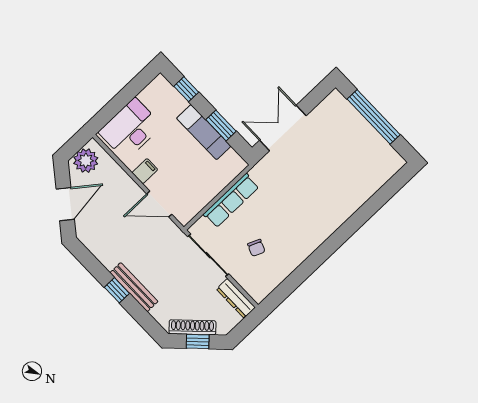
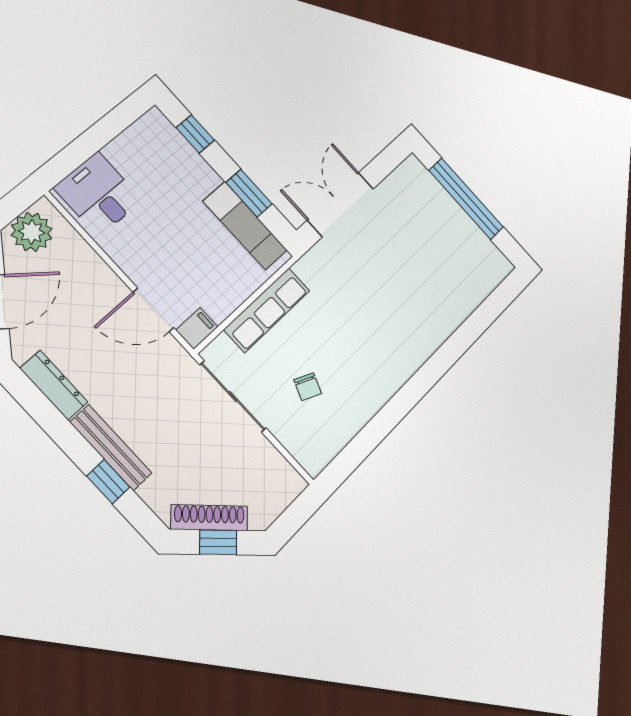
desk: (130, 129) -> (98, 194), width x0.73
exam couch: (204, 132) -> (245, 226), moved
filing cabinet: (145, 171) -> (197, 328), moved
window: (117, 290) -> (108, 482), moved
dresser: (236, 298) -> (54, 385), moved, turned 180

